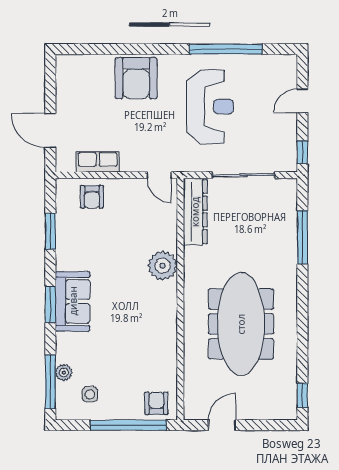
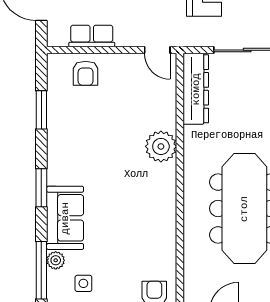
sofa: (73, 301) -> (65, 218), moved

